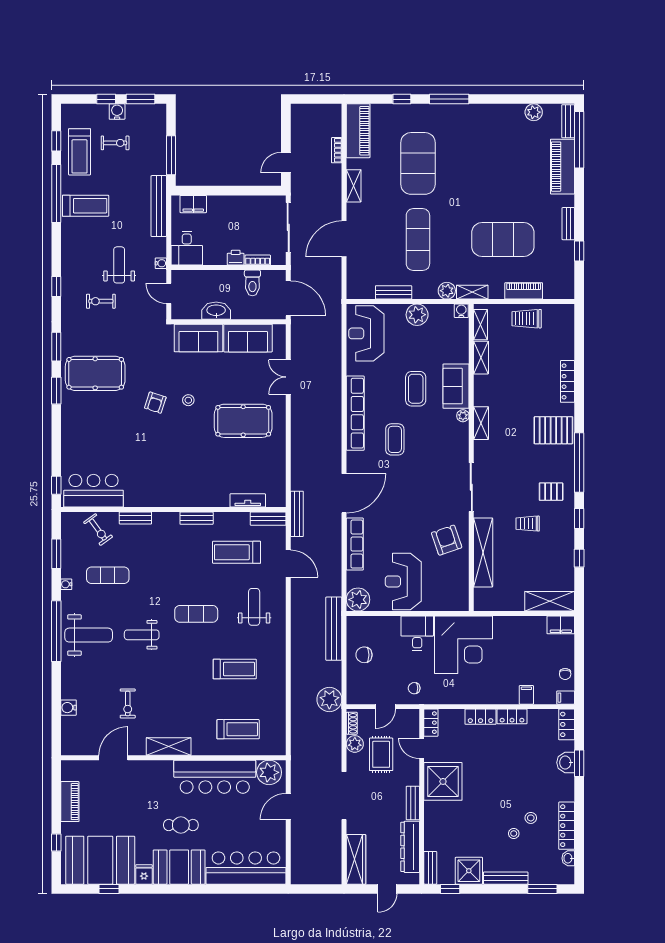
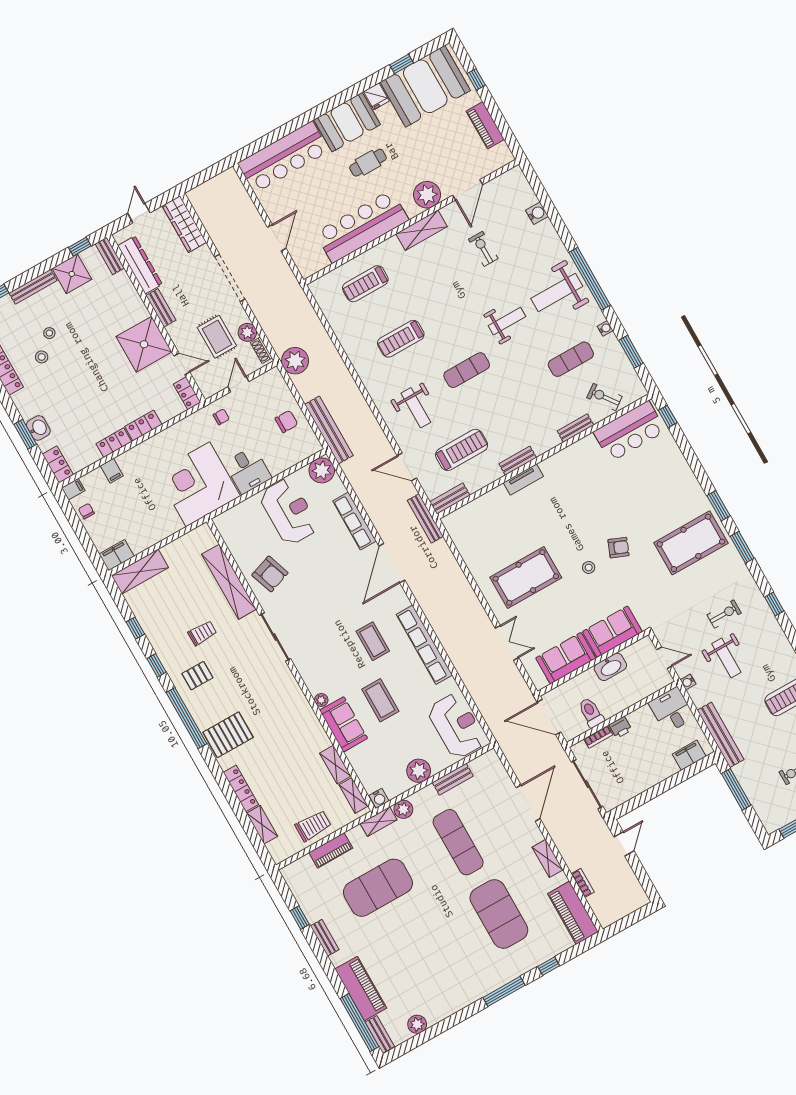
armchair: (155, 403) -> (618, 548), turned 94
shelving: (481, 423) -> (262, 825), moved
tv unit: (248, 500) -> (523, 479), moved
plant: (269, 772) -> (427, 195), moved

